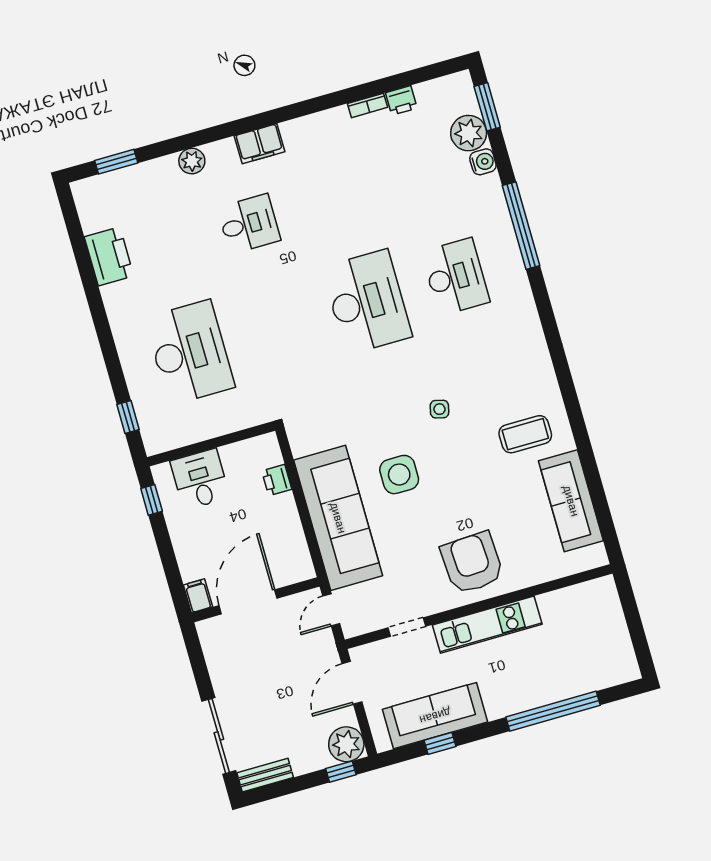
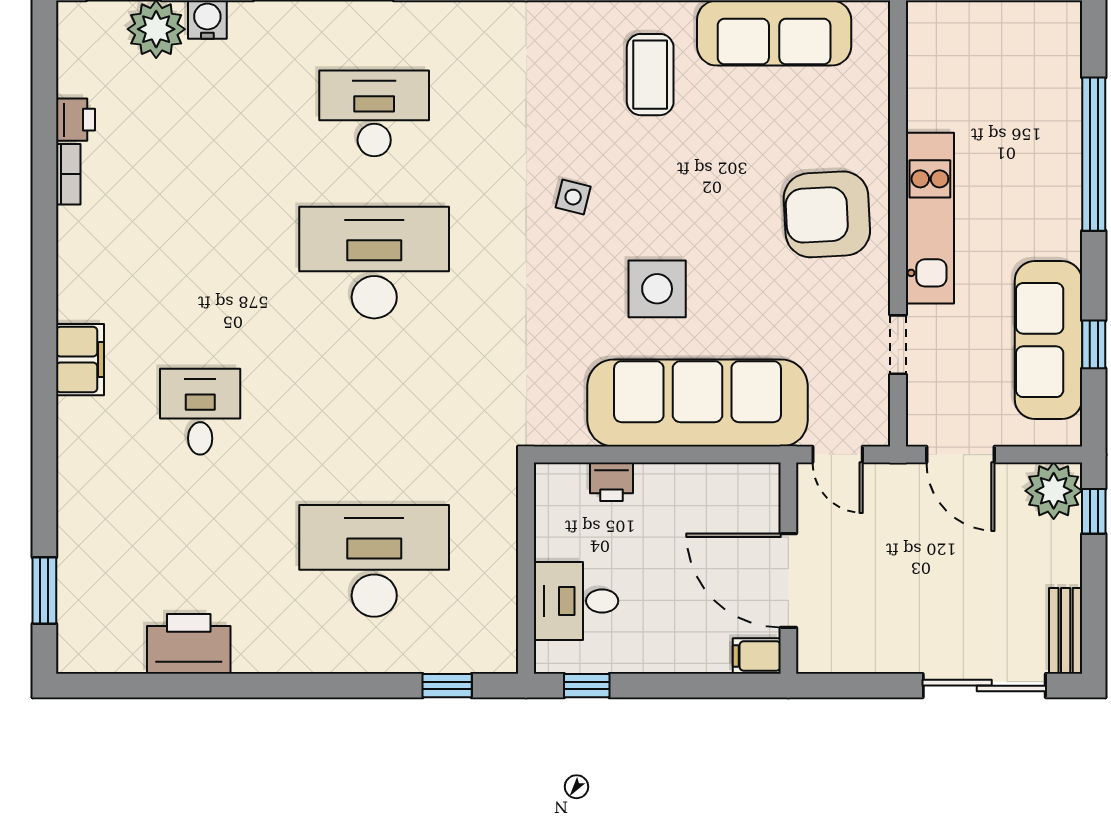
plant: (192, 161) -> (77, 473), removed

